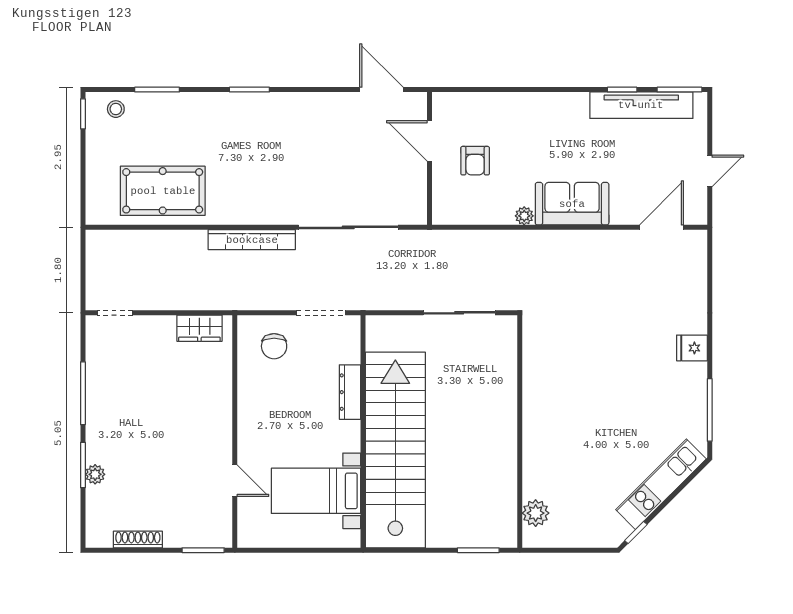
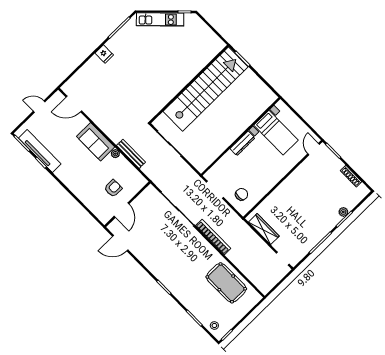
door: (381, 90) -> (120, 243), hinge flipped
bench: (501, 239) -> (131, 154), added
wardrobe: (199, 328) -> (264, 229), width x1.50
dresser: (350, 392) -> (242, 143), moved
stairs: (395, 450) -> (206, 89), moved, turned 180
door: (235, 481) -> (314, 149), moved
plant: (536, 513) -> (211, 52), removed

